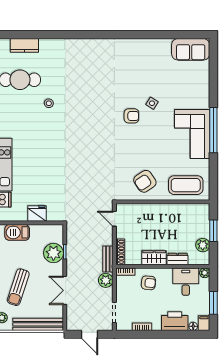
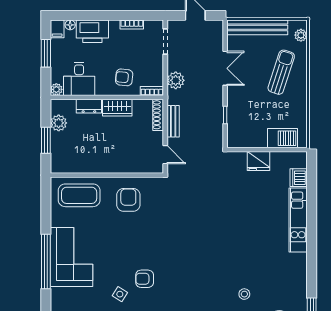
armchair: (145, 181) -> (128, 200), turned -56
plant: (53, 253) -> (239, 113), removed
bench: (108, 259) -> (173, 121), moved

